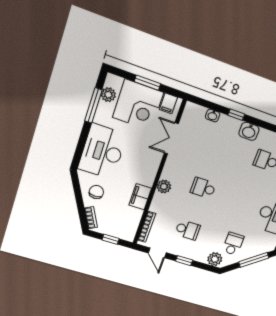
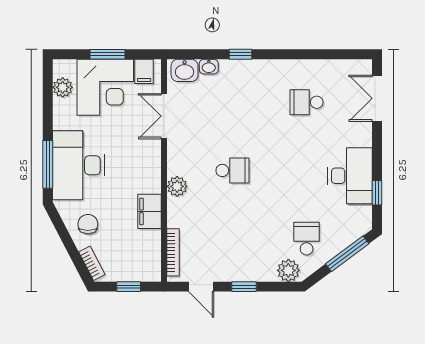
window: (93, 105) -> (48, 164), moved
washbasin: (249, 131) -> (185, 70), moved
school desk: (203, 188) -> (232, 170), turned 180
school desk: (188, 230) -> (232, 239), removed

